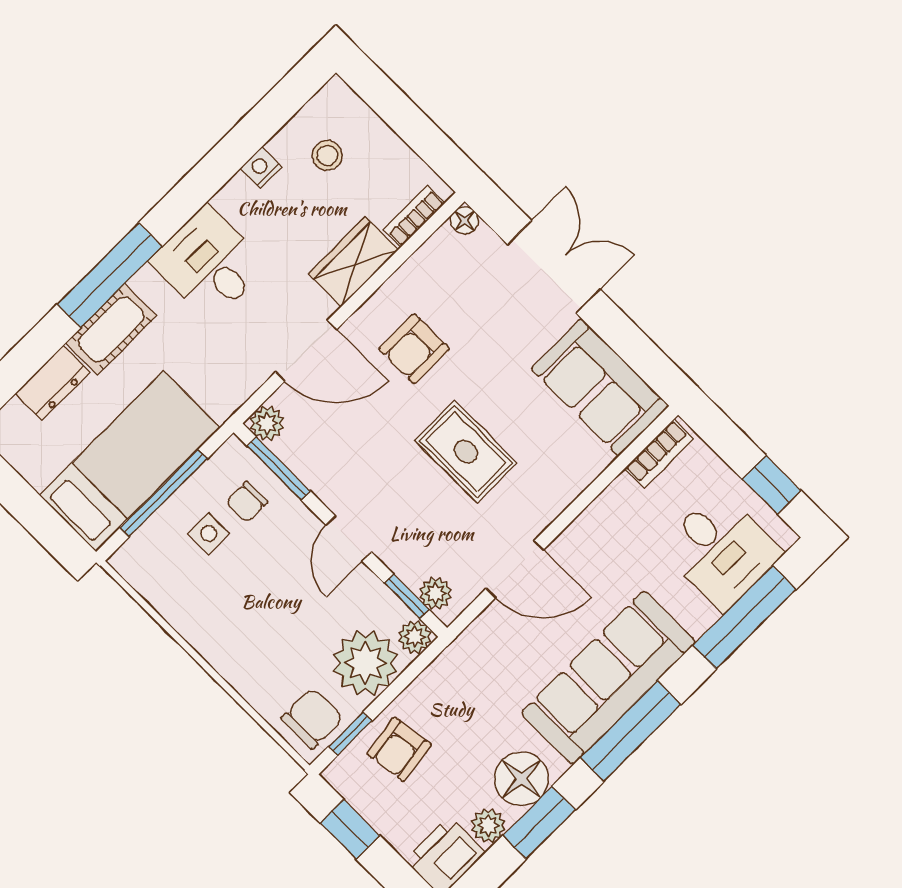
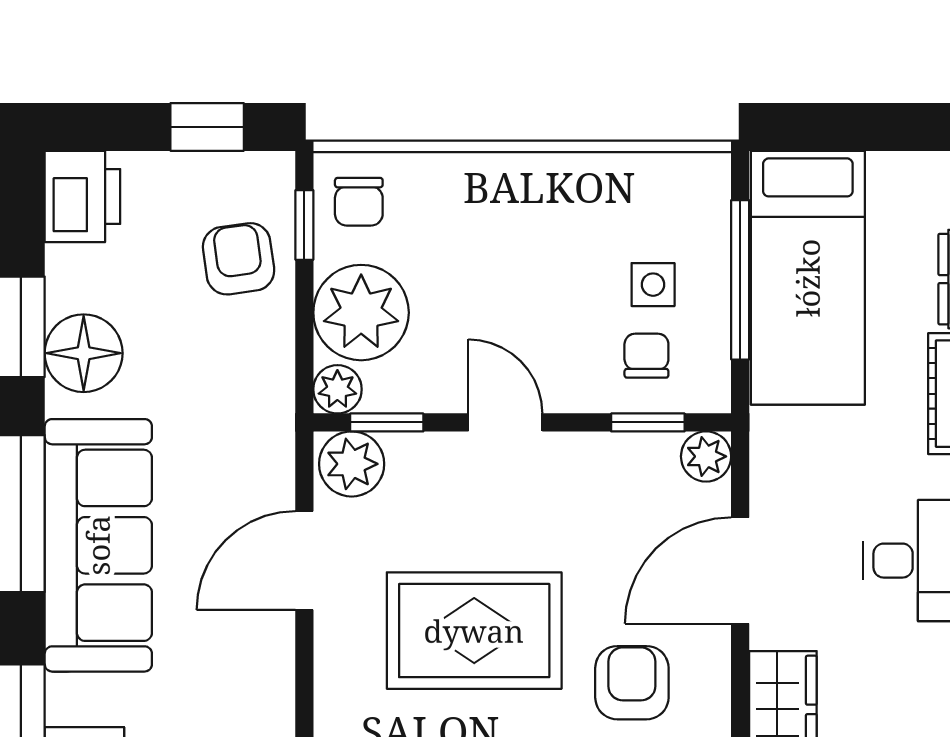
rug: (466, 452) -> (474, 631), width x1.36, depth x1.43
window: (279, 469) -> (648, 422), width x0.67
plant: (436, 593) -> (352, 464), width x1.38, depth x1.38
chair: (312, 718) -> (359, 202), width x0.73, depth x0.73
plant: (488, 826) -> (70, 272), removed

